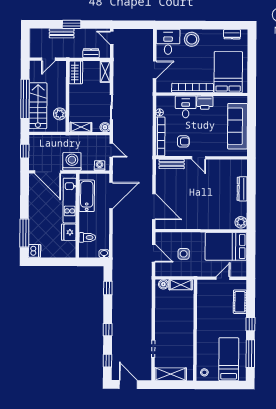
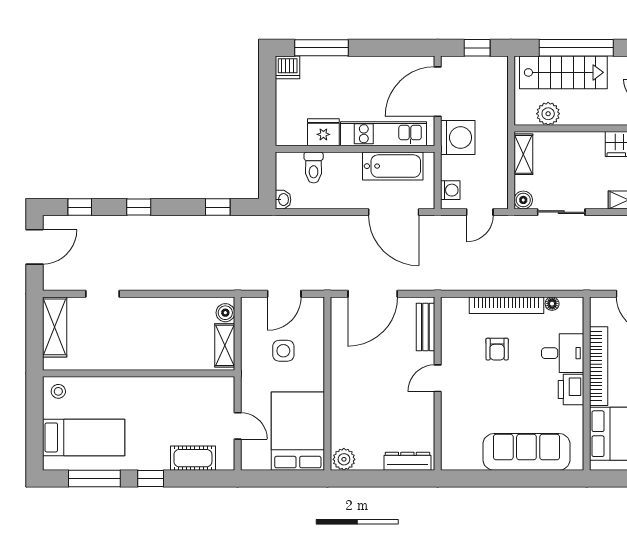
door: (199, 158) -> (438, 378), moved
wall: (201, 158) -> (438, 384), moved
bench: (172, 164) -> (425, 327), moved

